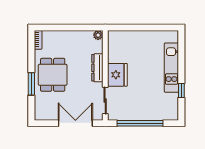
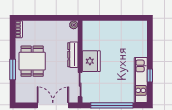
kitchen unit: (171, 68) -> (141, 80), moved

